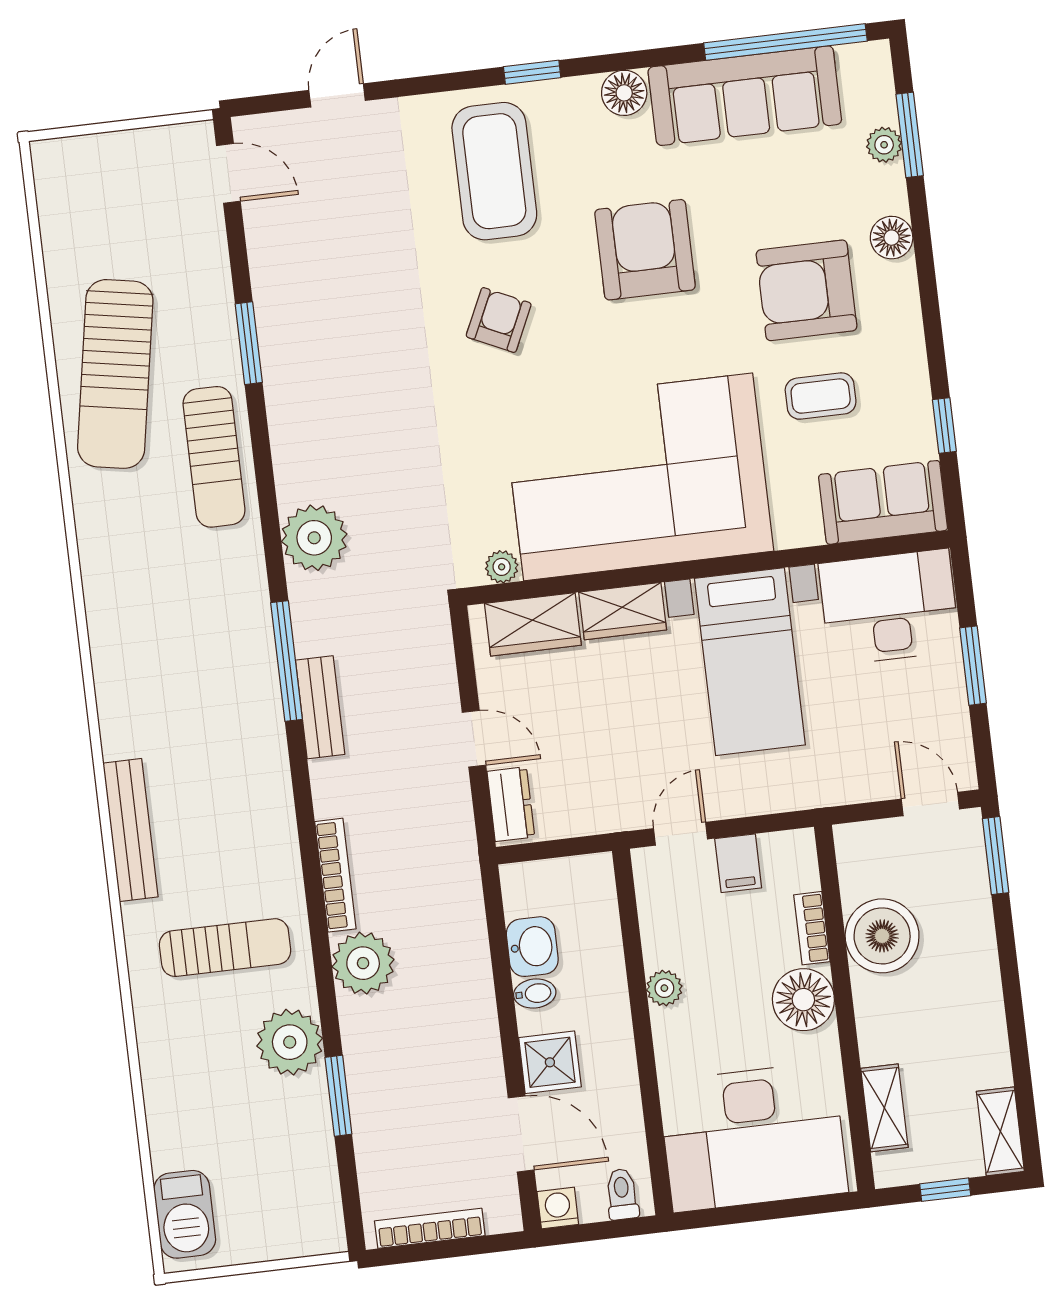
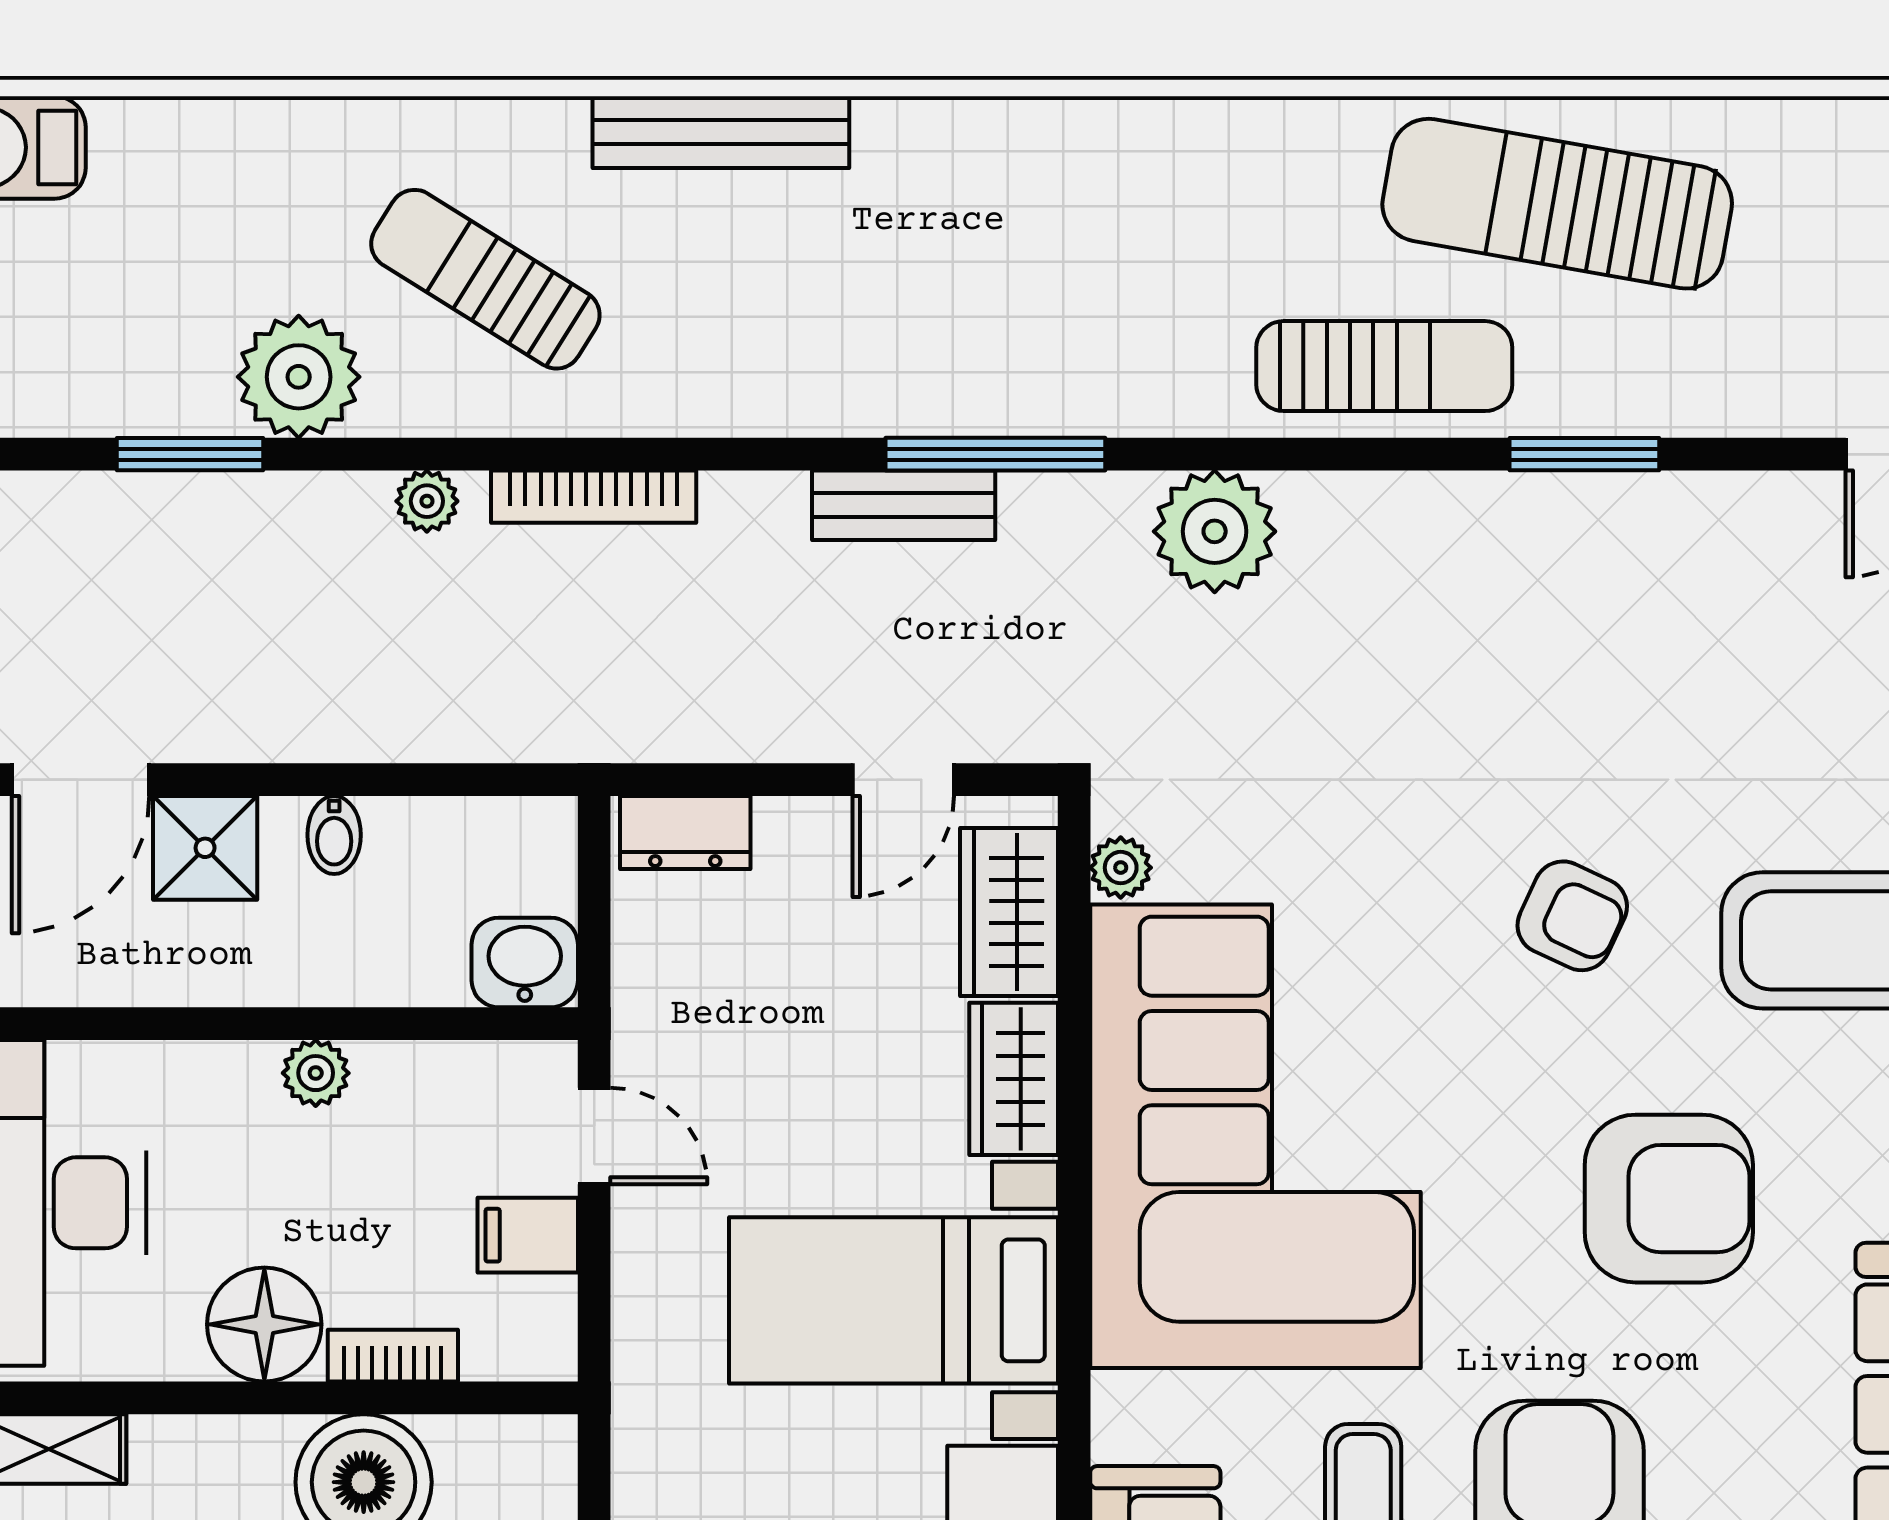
sun lounger: (214, 457) -> (1384, 366), turned 180
door: (474, 739) -> (903, 780), moved
washbasin: (532, 947) -> (525, 962), moved, turned 180
sun lounger: (225, 948) -> (485, 279), turned 122
plant: (363, 963) -> (427, 501), width x0.53, depth x0.53

